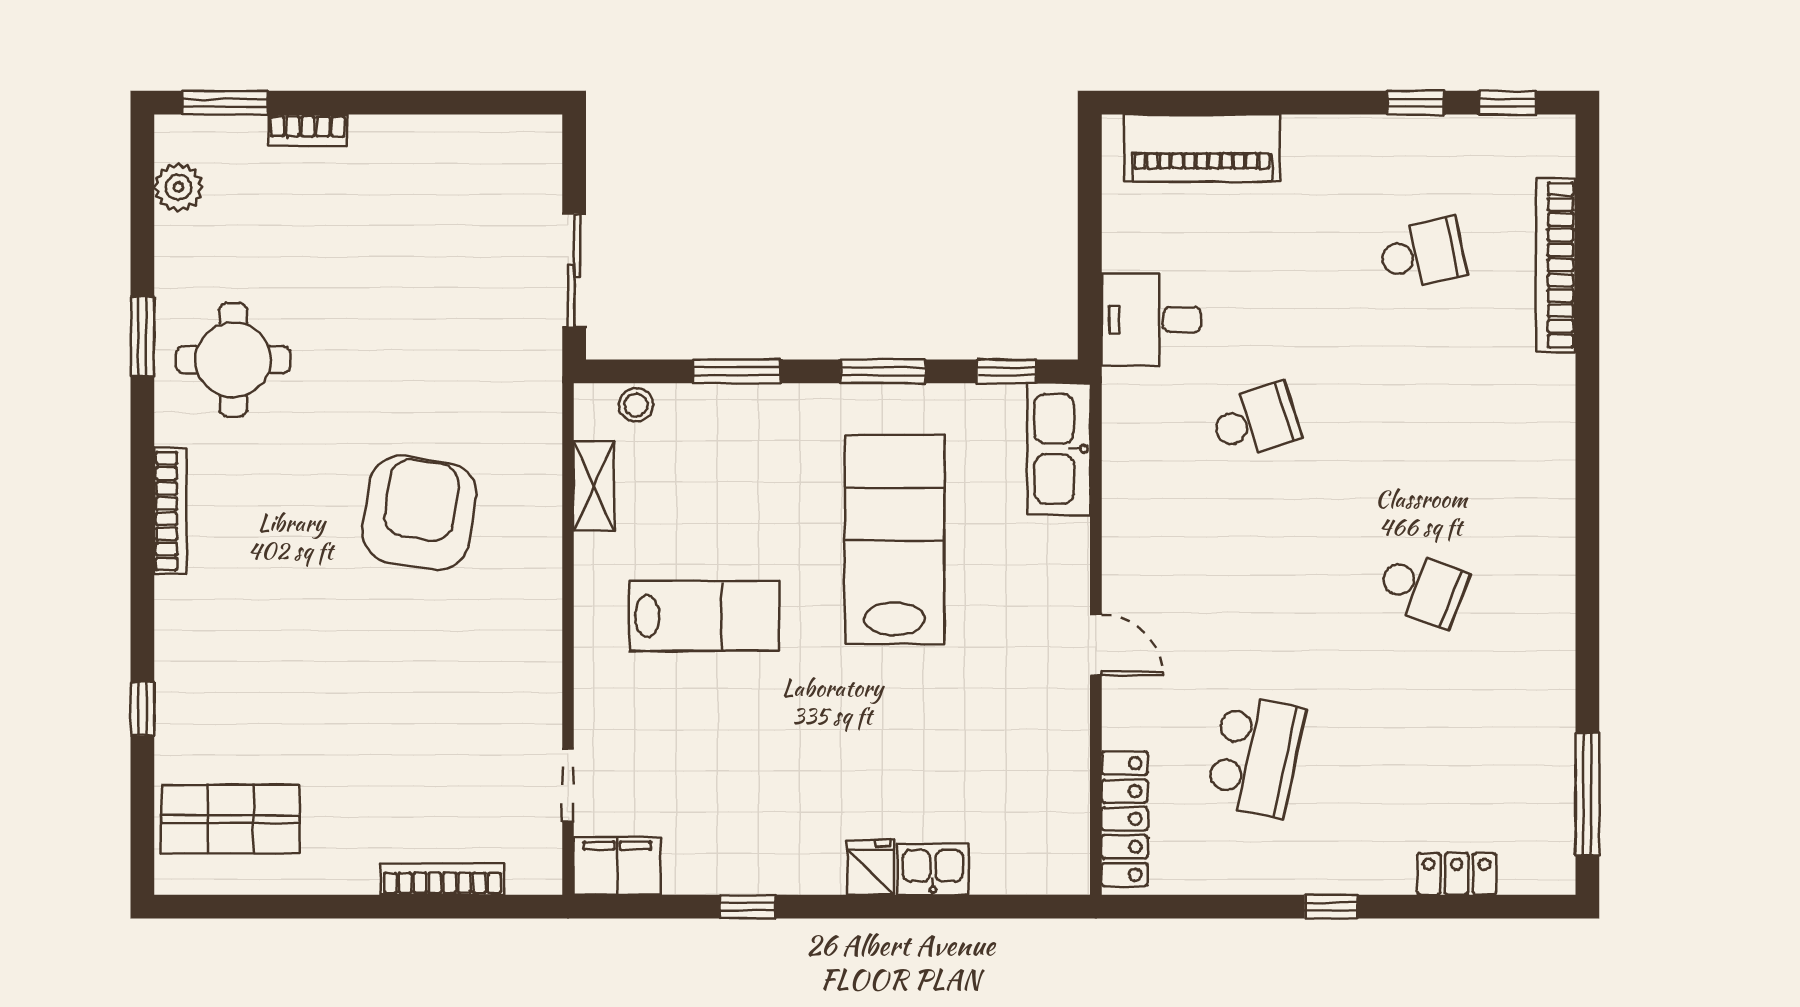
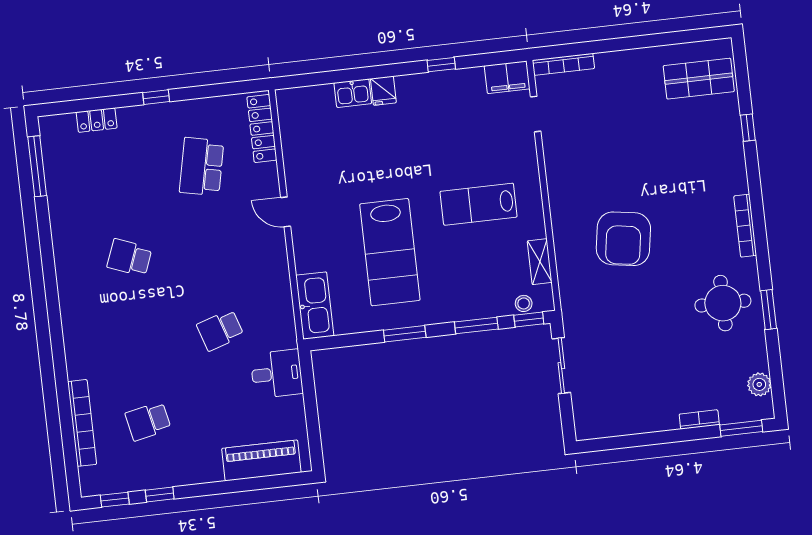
window: (1006, 371) -> (529, 320), moved
bookcase: (442, 879) -> (563, 64), moved

